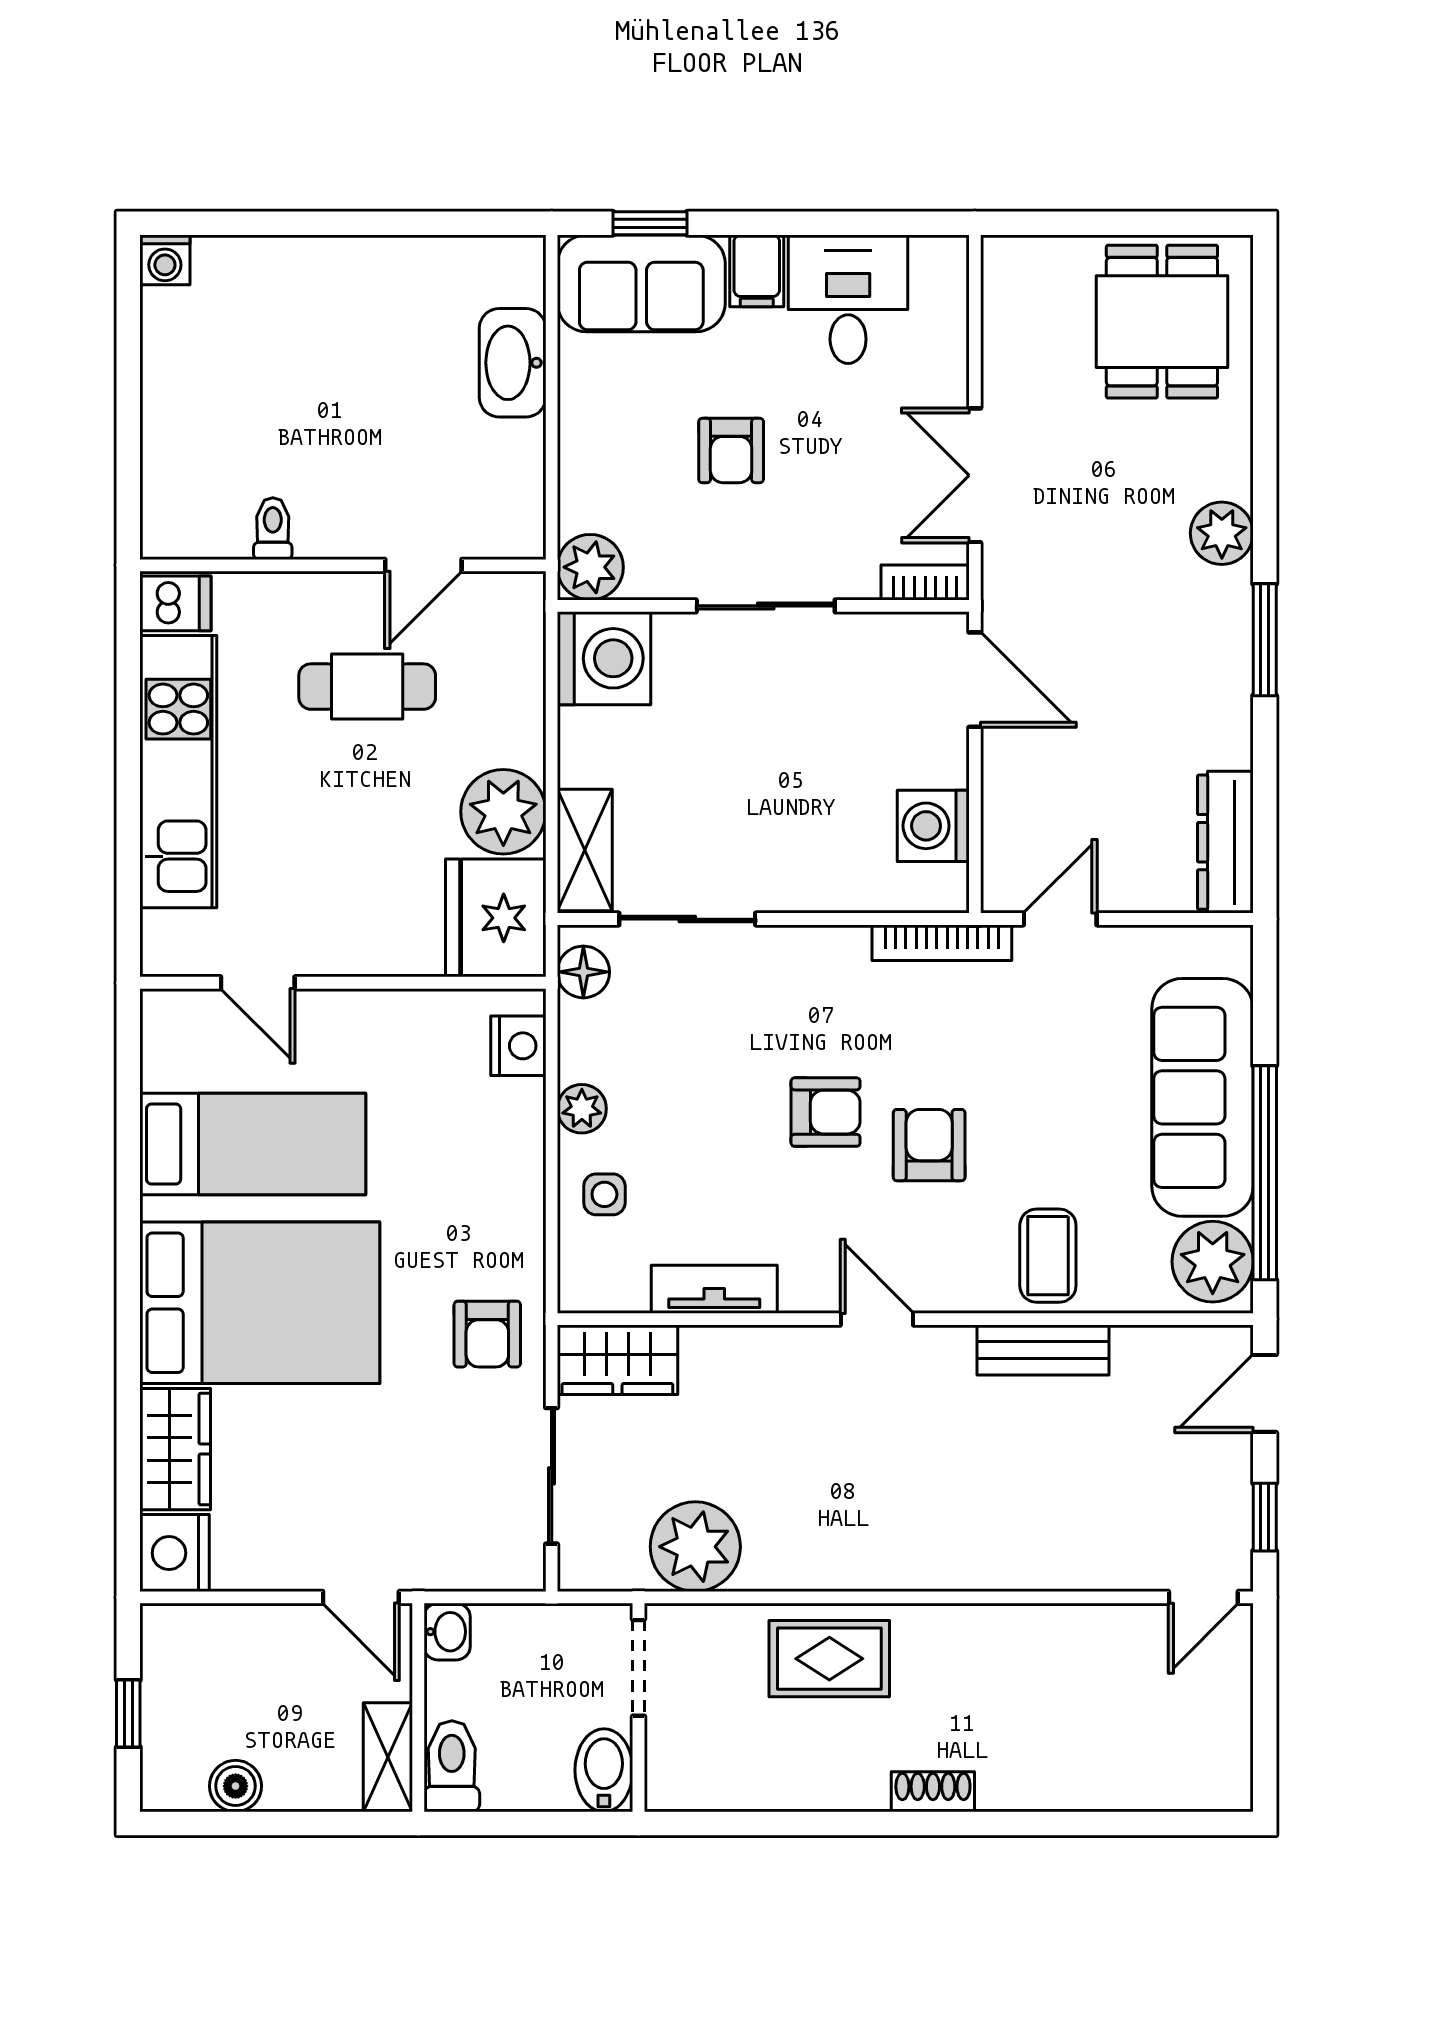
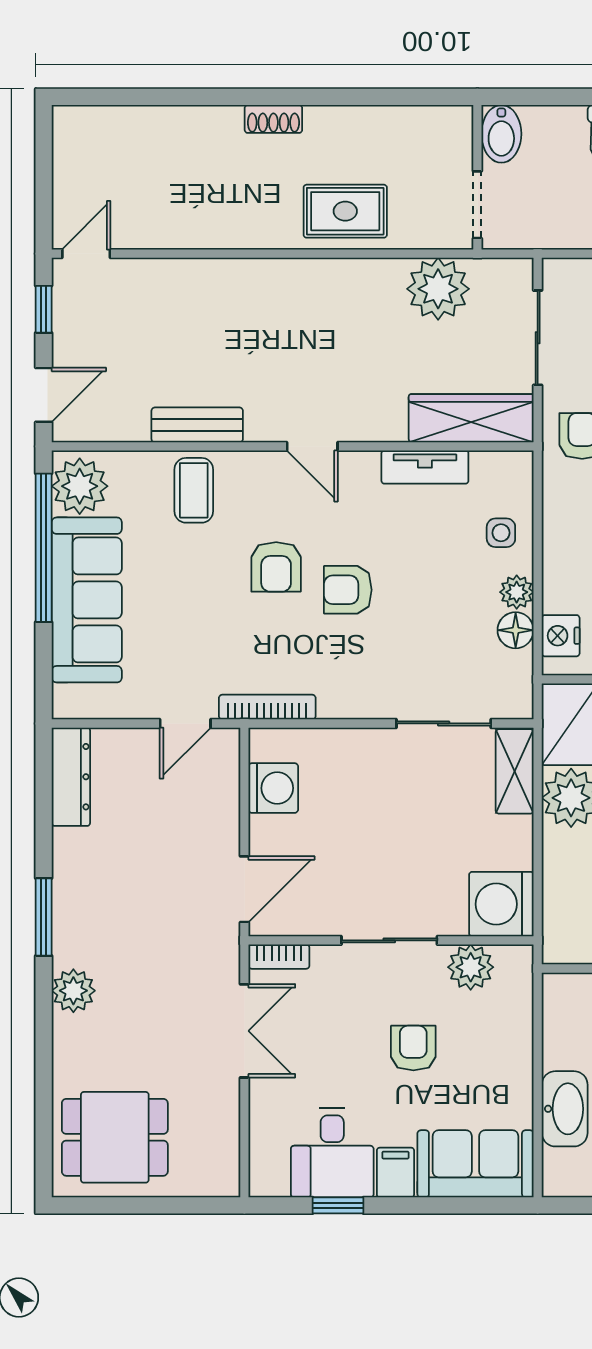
window: (650, 223) -> (338, 1205), moved
dining table: (1162, 322) -> (115, 1137), turned 90
plant: (590, 567) -> (471, 967), moved
door: (975, 680) -> (244, 889), swing flipped
floor lamp: (583, 972) -> (516, 630), moved
wardrobe: (617, 1360) -> (471, 418), width x1.50

